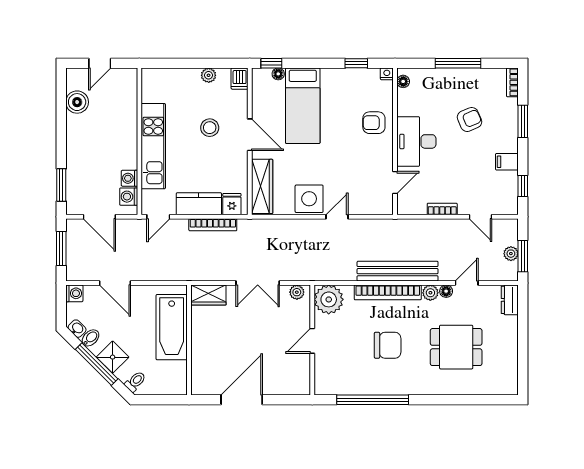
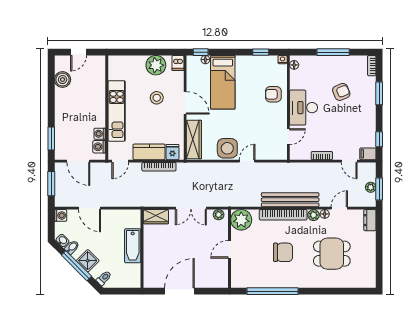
plant: (209, 75) -> (156, 65), width x1.87, depth x1.87
filing cabinet: (507, 162) -> (368, 154), moved
bathtub: (172, 327) -> (133, 246), width x0.73, depth x0.73

